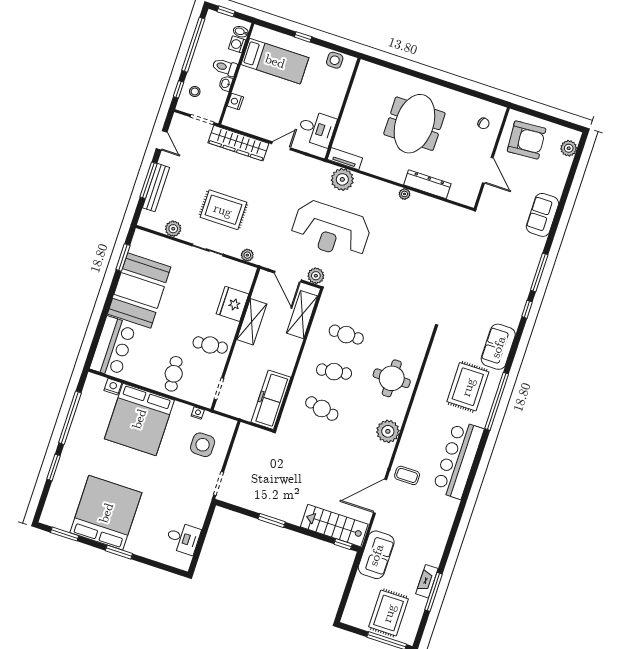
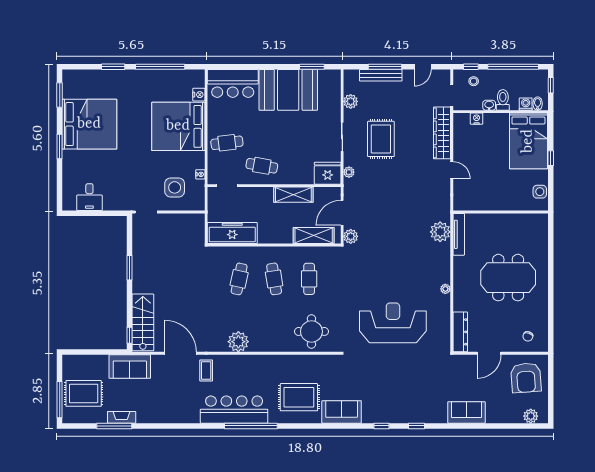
bed: (275, 61) -> (528, 141), width x1.50
desk: (317, 129) -> (476, 196), removed
tv unit: (345, 159) -> (459, 234), width x1.41
dresser: (427, 184) -> (460, 332), moved
reception desk: (331, 230) -> (393, 323), moved, turned 90
window: (539, 272) -> (416, 426), width x0.46
fridge: (232, 304) -> (328, 173), moved
cafe table: (210, 345) -> (262, 166), turned -74
round table: (392, 378) -> (311, 331), moved
window: (497, 401) -> (251, 426), moved

